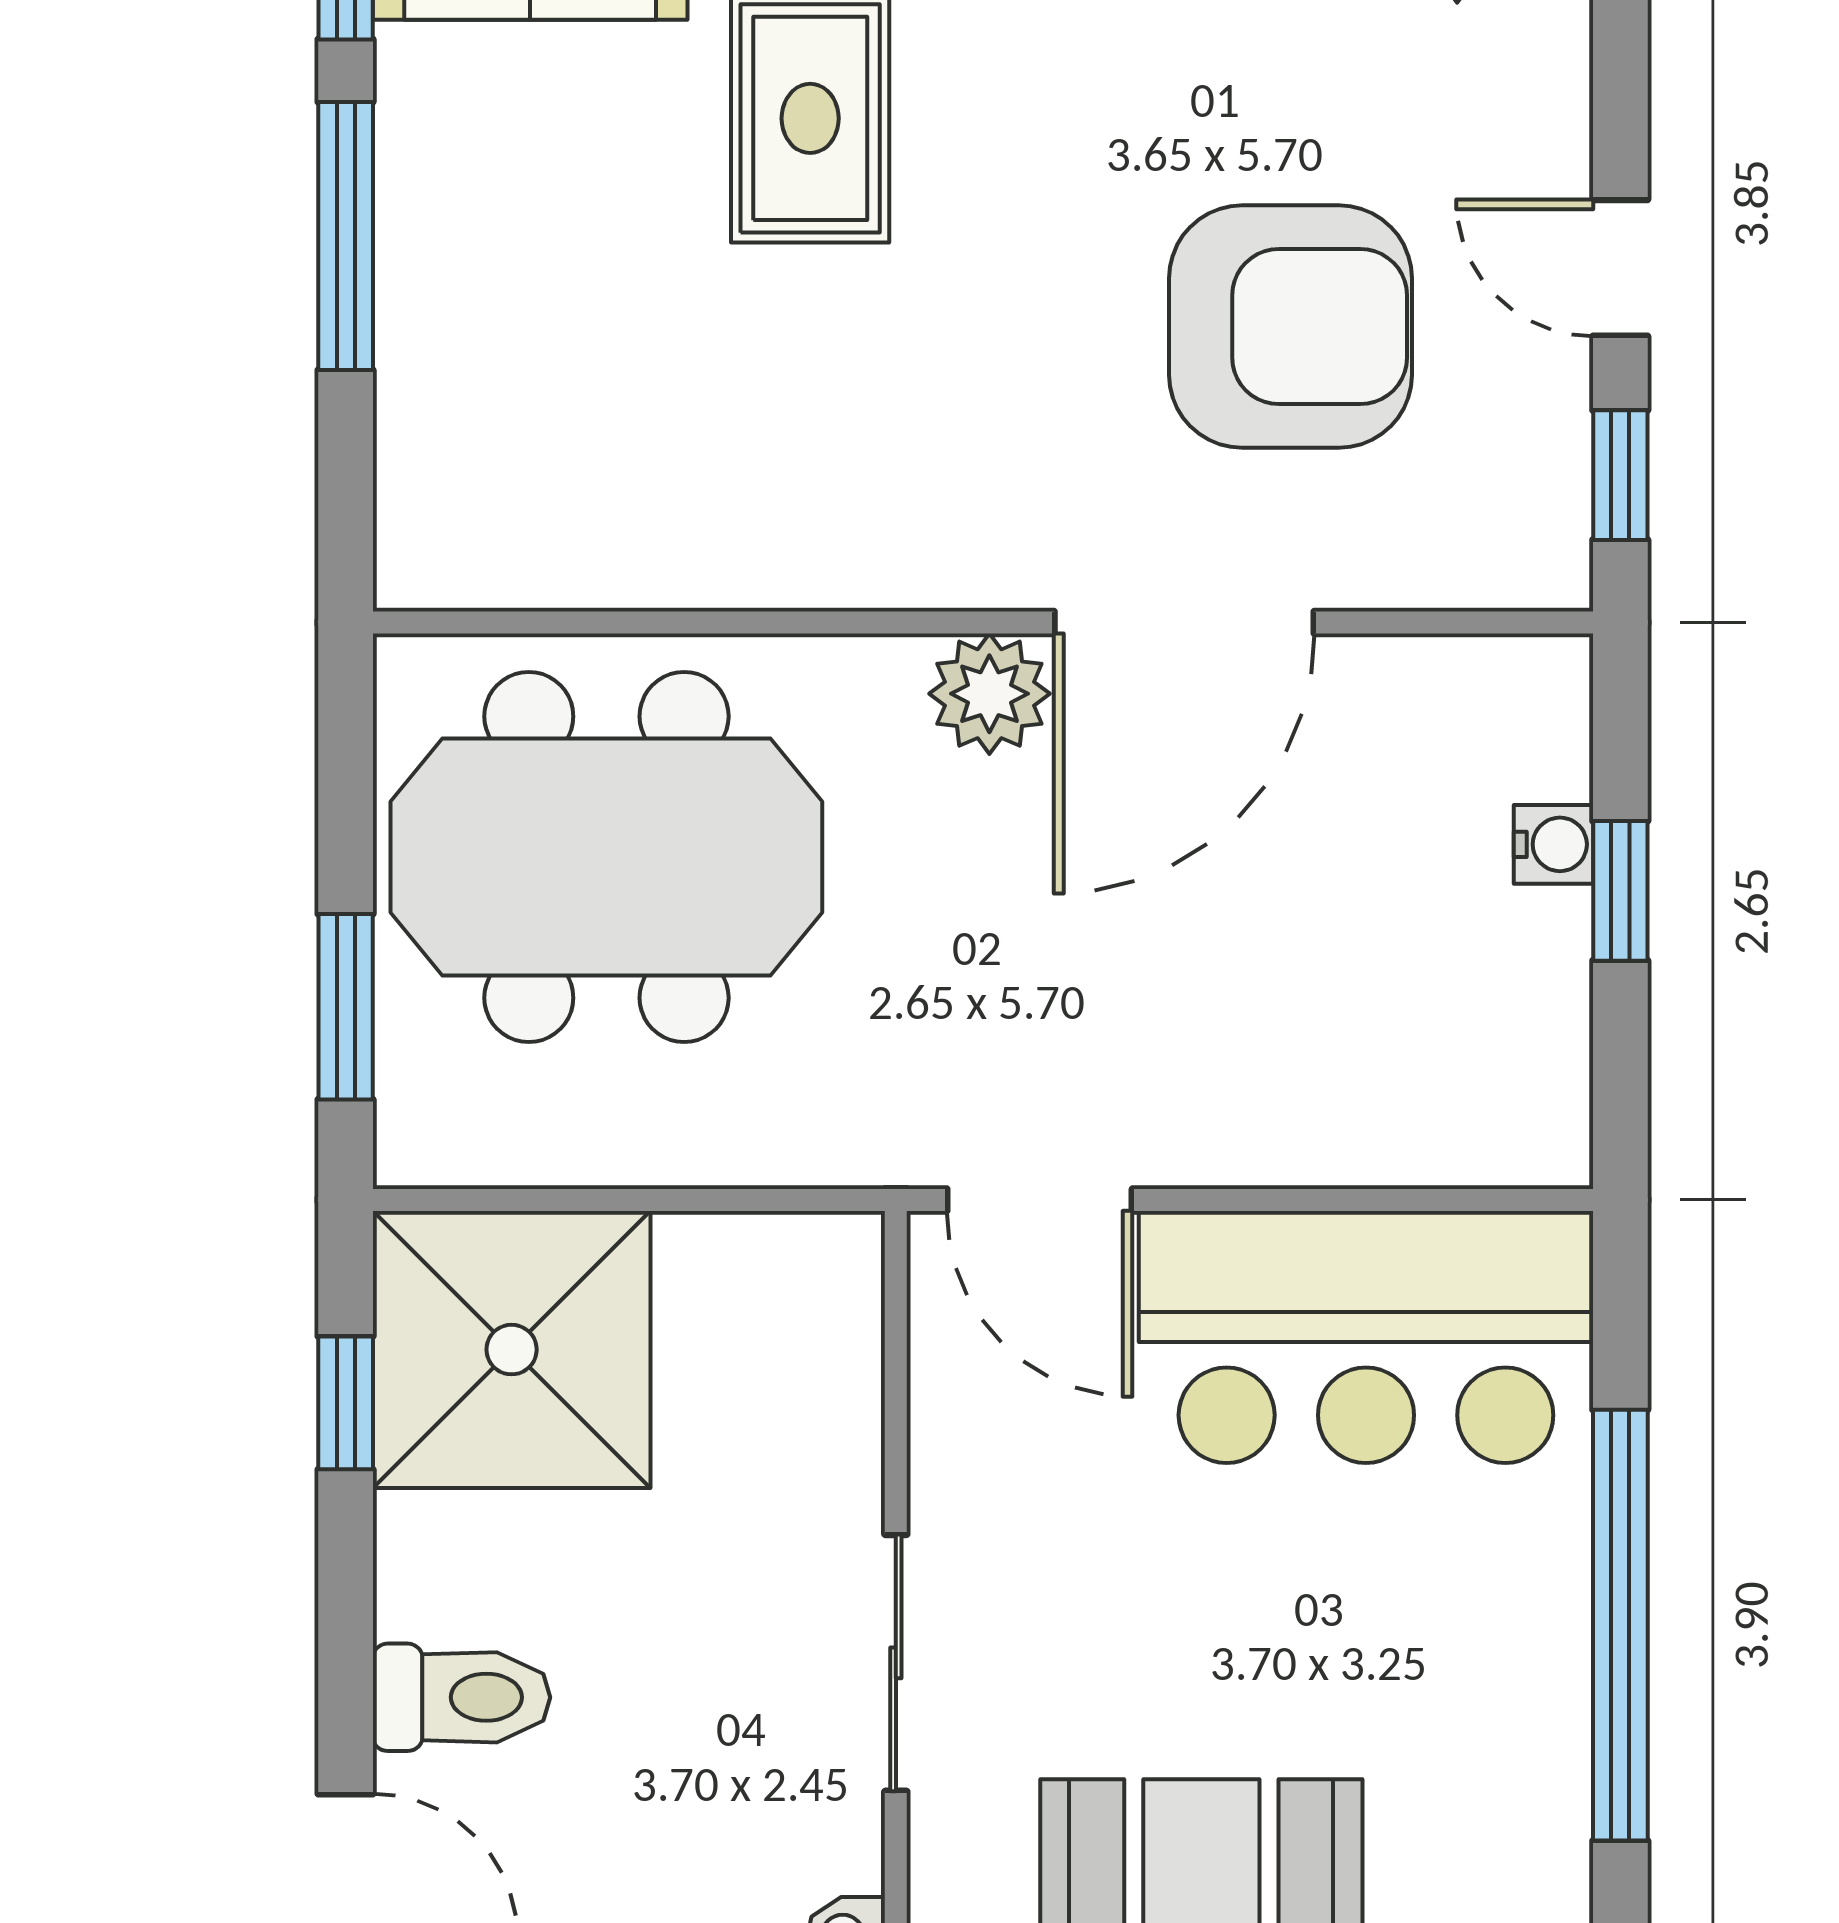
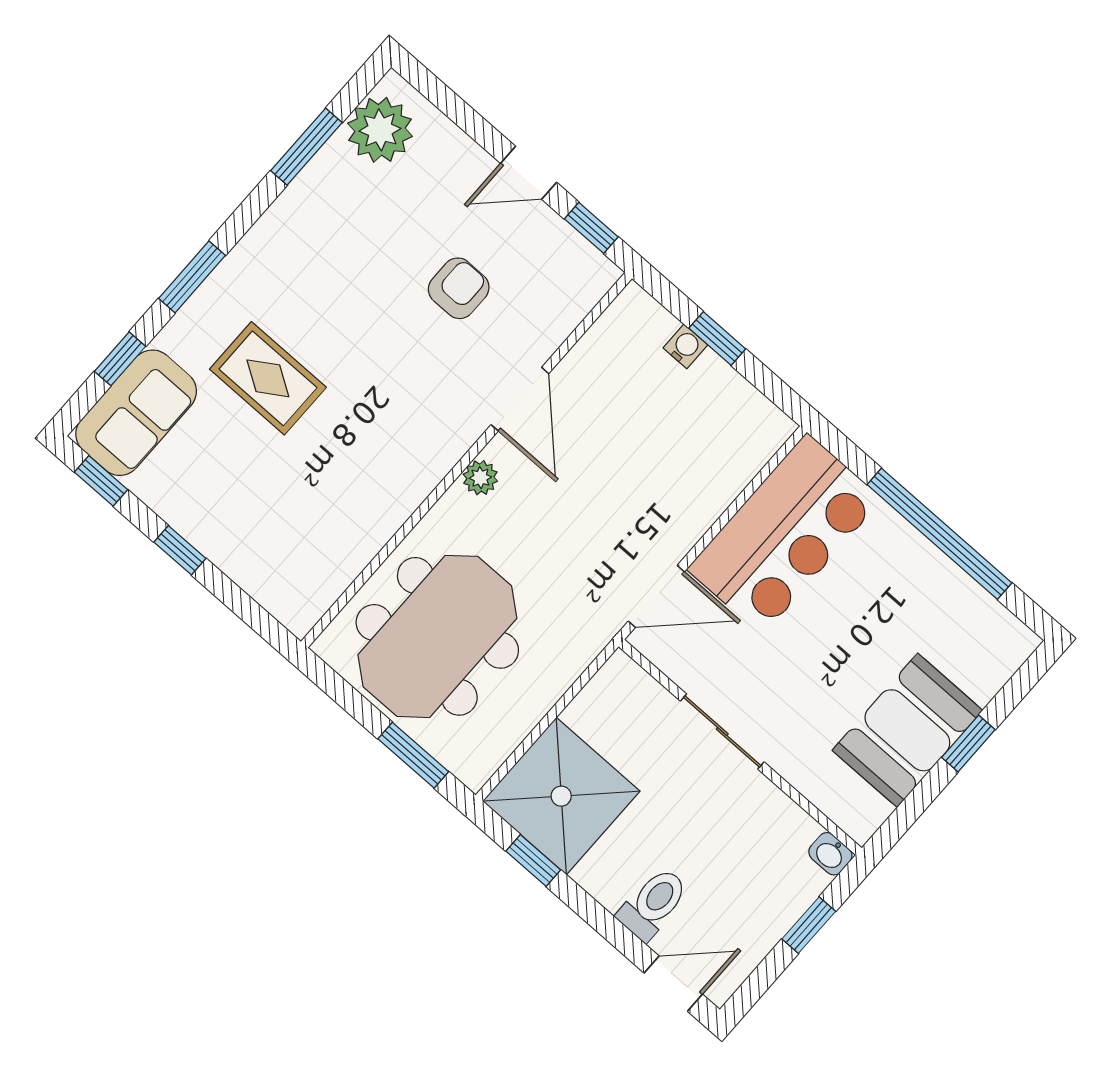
window: (346, 236) -> (180, 550), width x0.46
armchair: (1290, 327) -> (459, 288), width x0.53, depth x0.53
door: (1184, 622) -> (520, 399), width x0.73
plant: (989, 694) -> (480, 478), width x0.73, depth x0.73
sliding door: (896, 1663) -> (722, 731), moved

